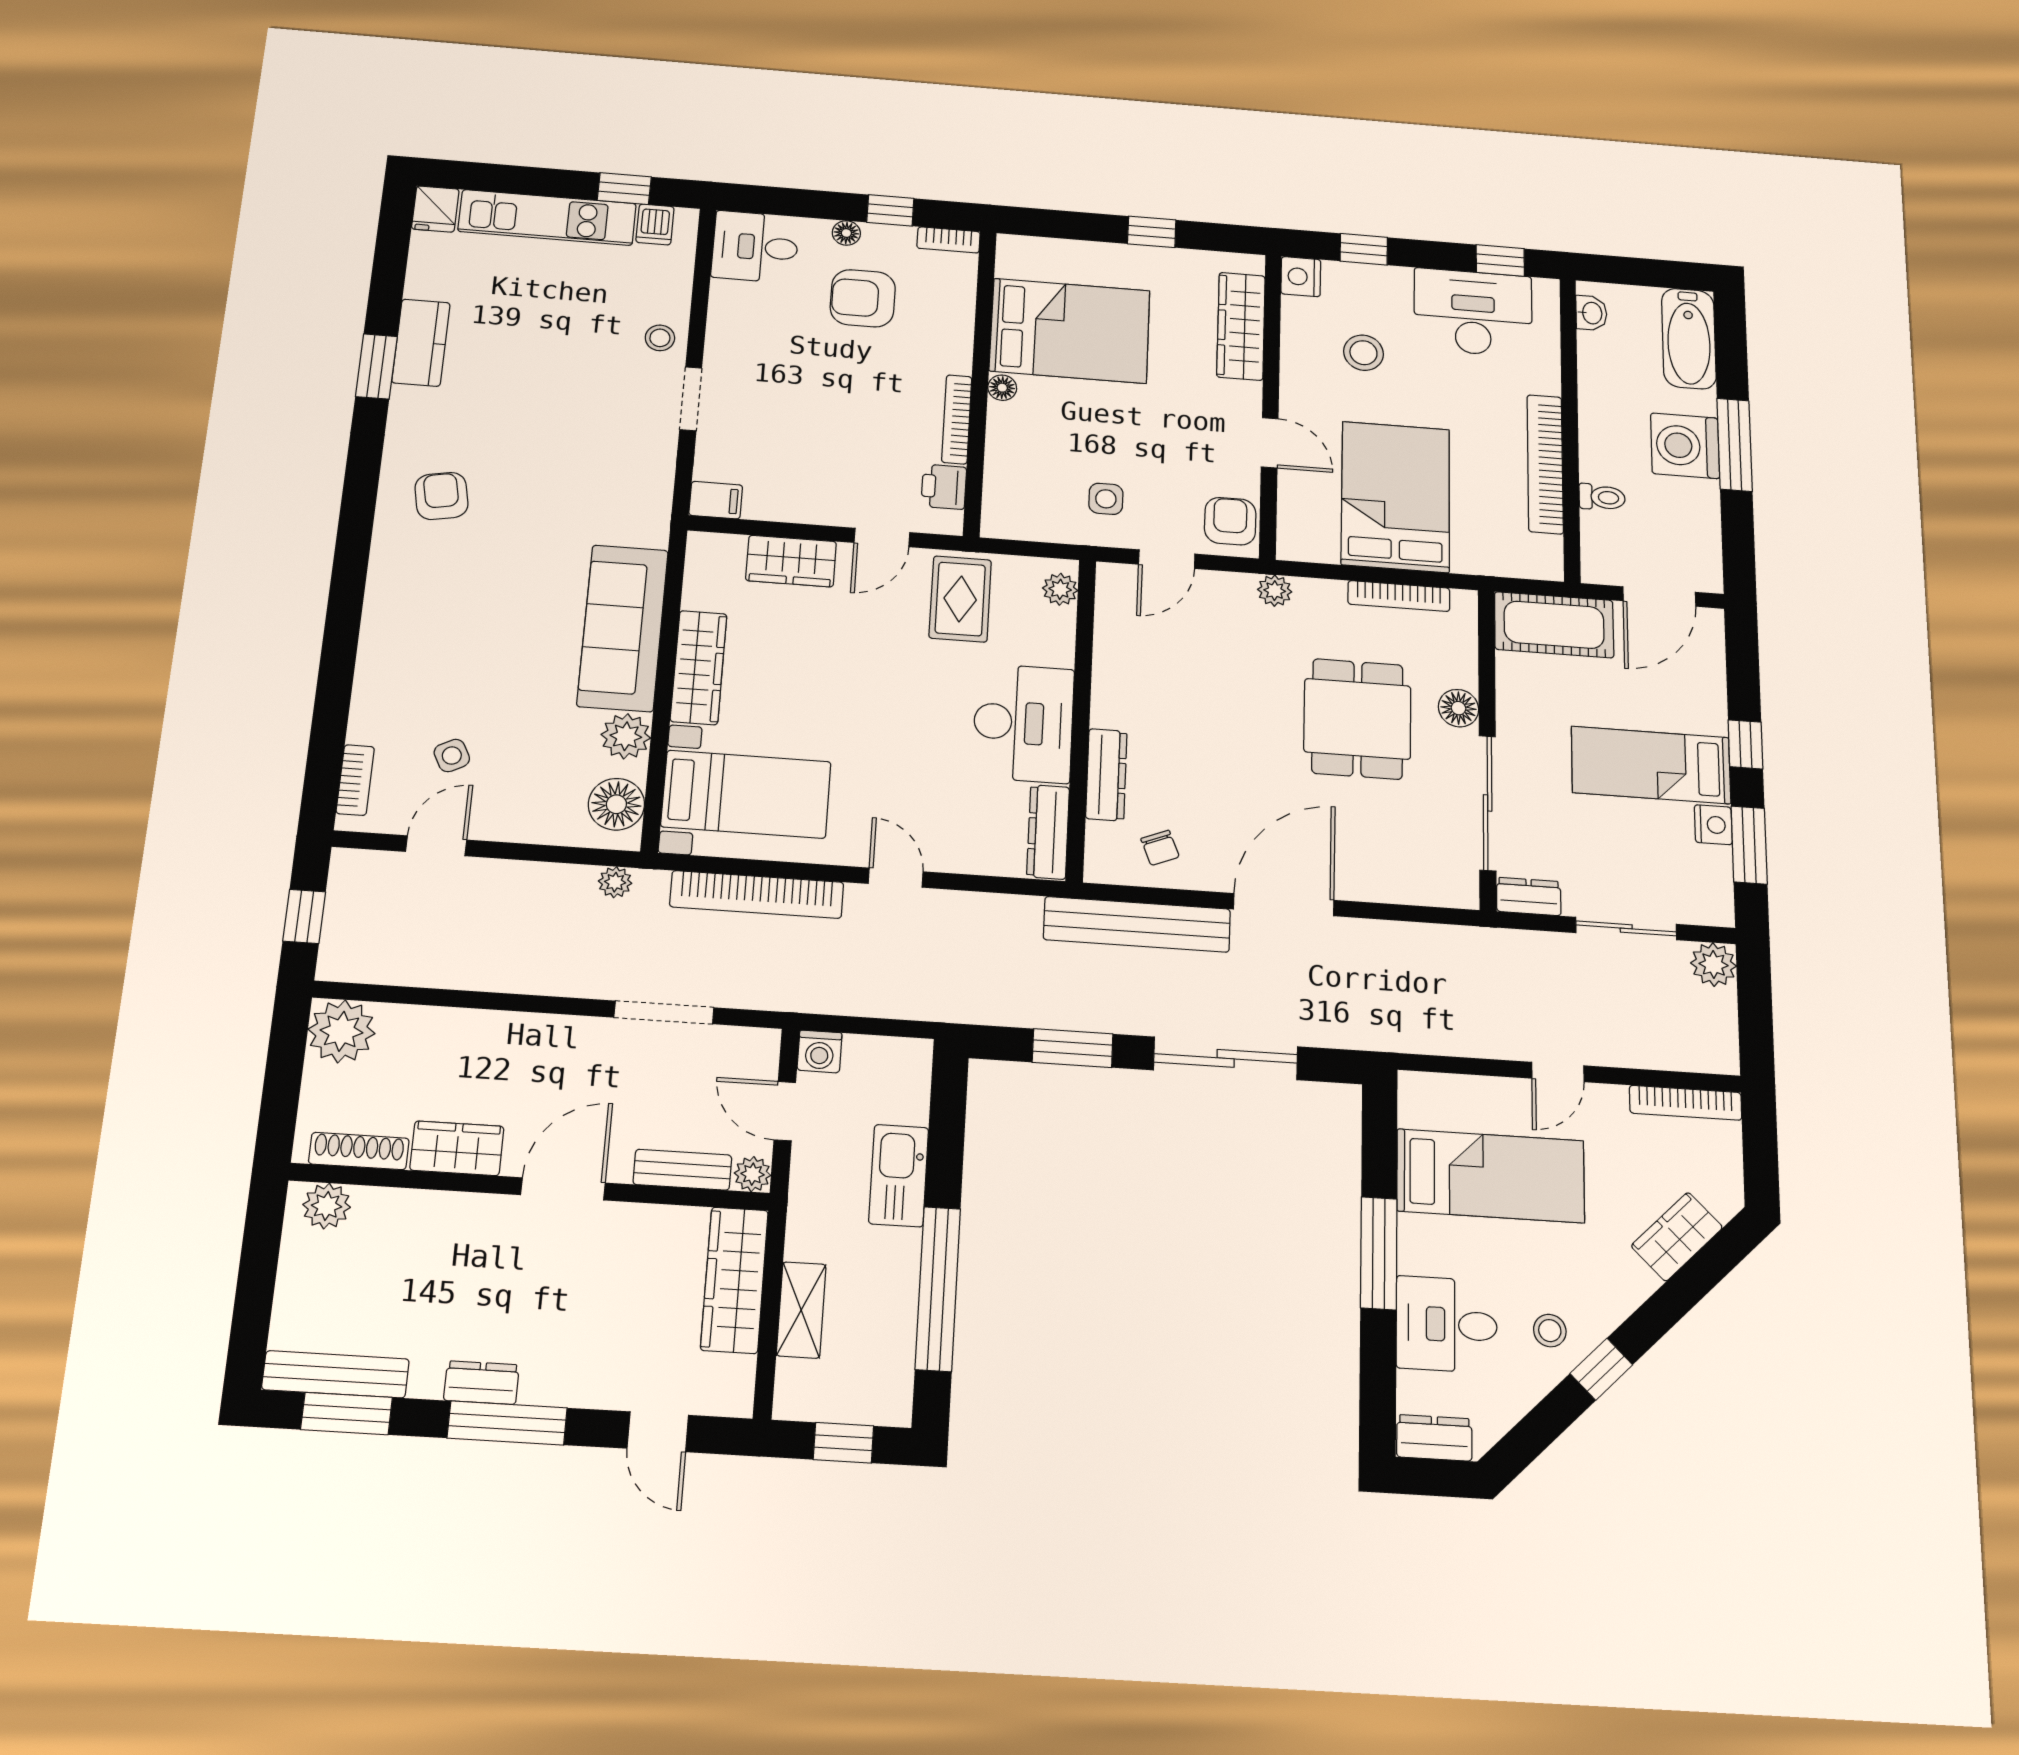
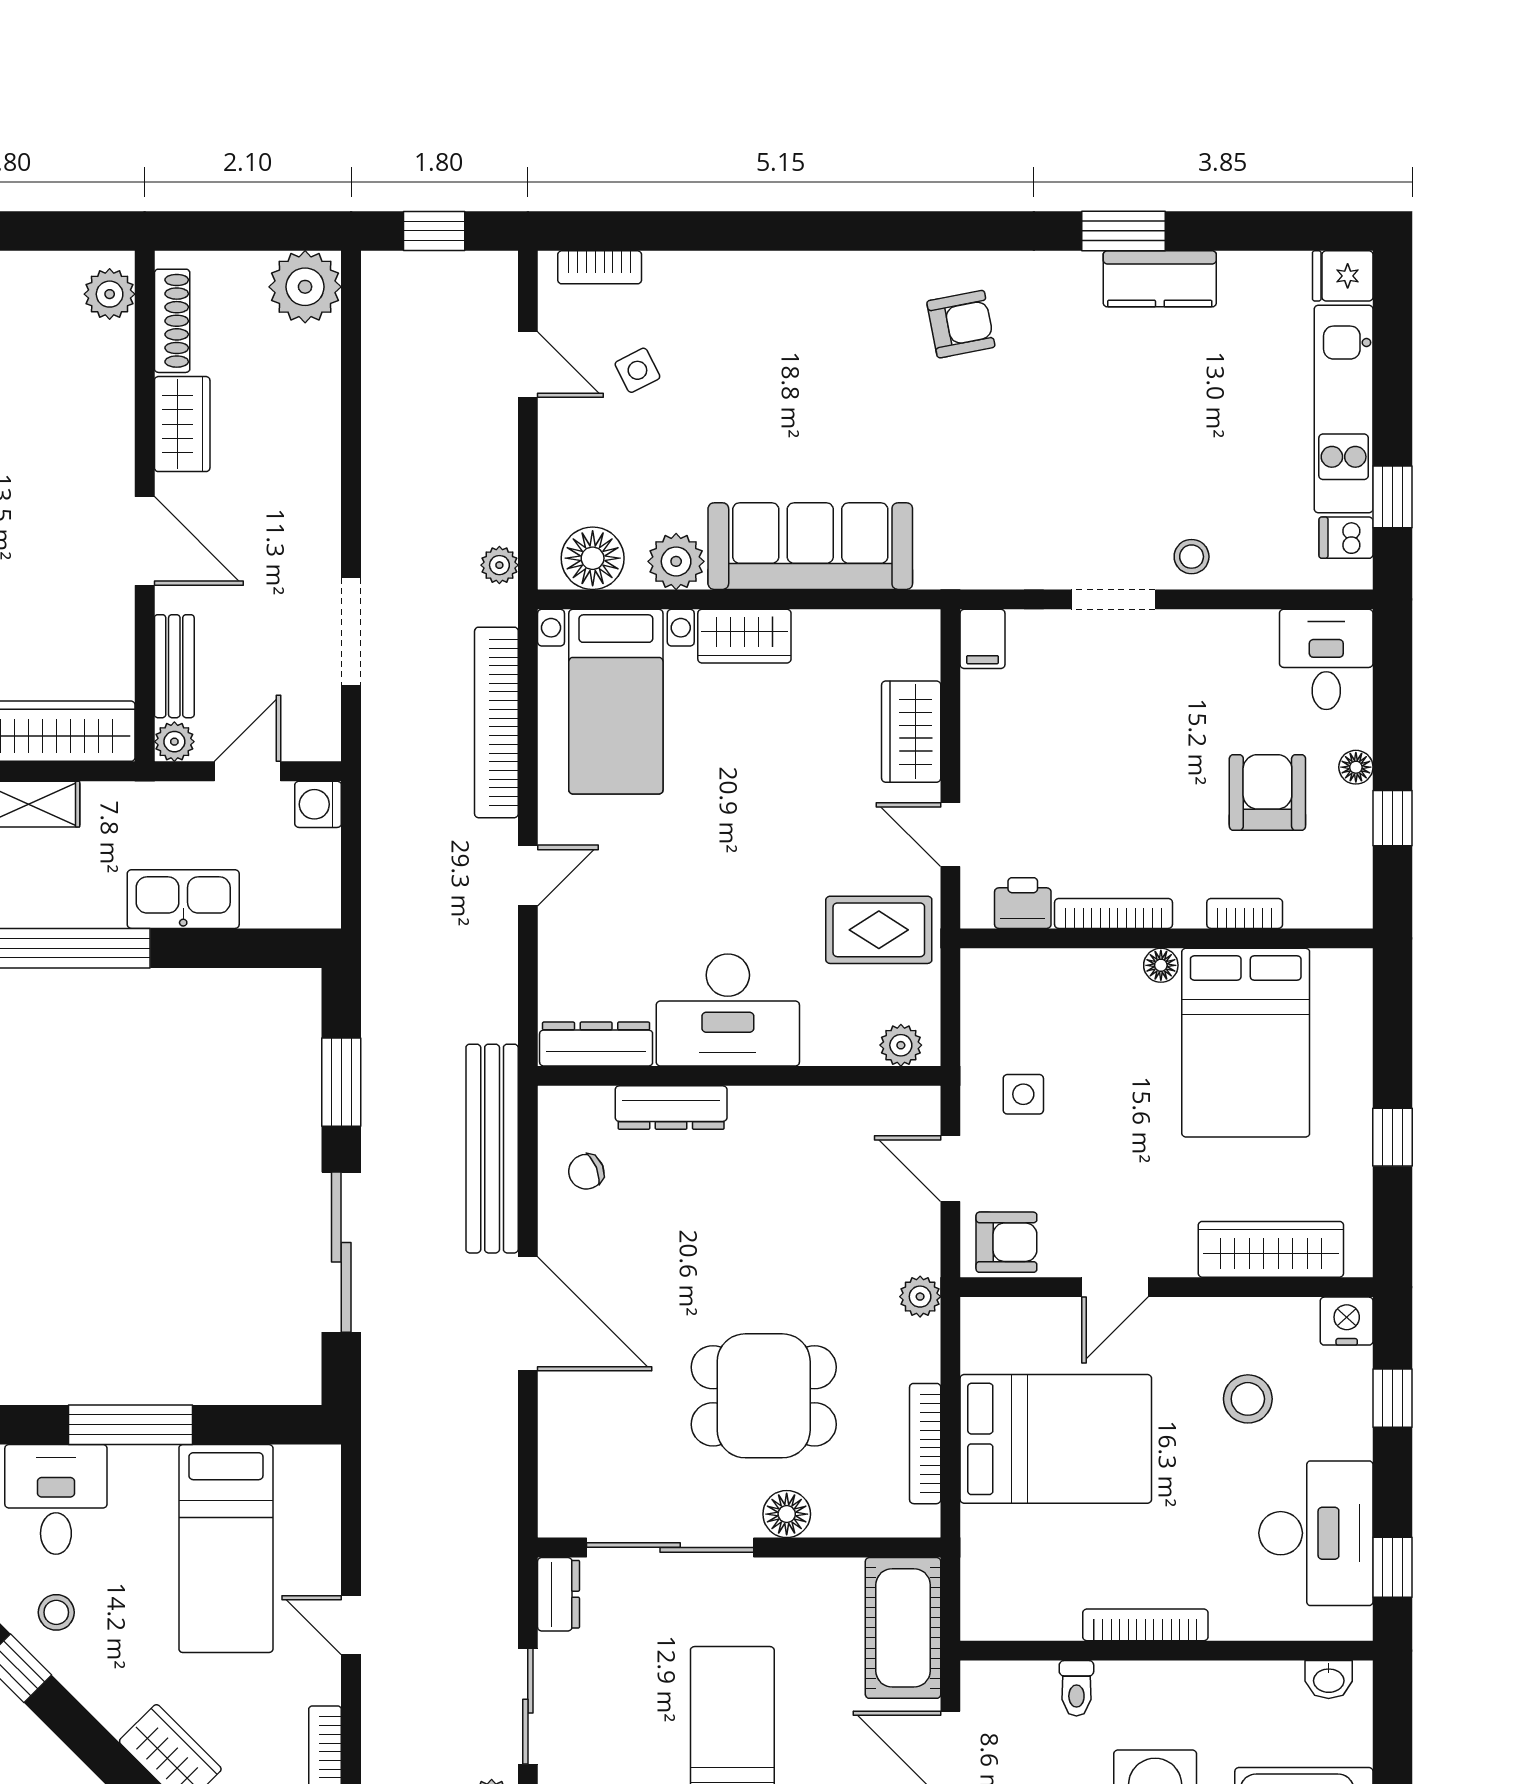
bookcase: (949, 240) -> (1245, 913), moved, turned 90
bookcase: (1545, 464) -> (1145, 1625), width x0.68, depth x0.76
wardrobe: (699, 667) -> (744, 636), width x0.67

